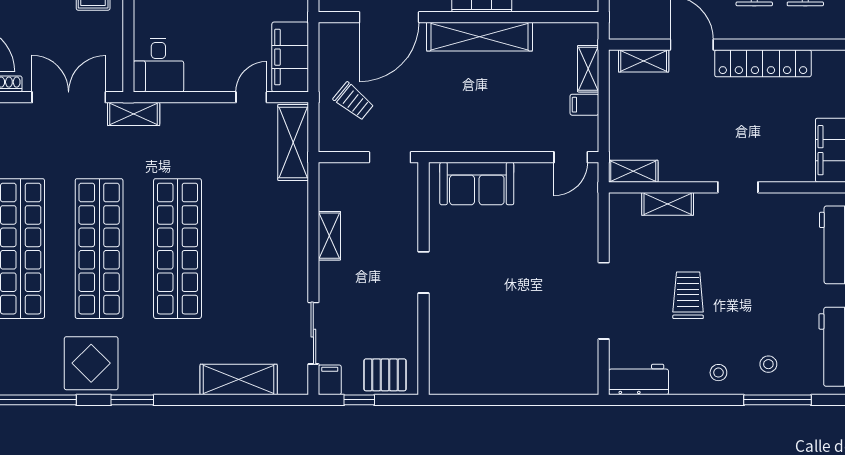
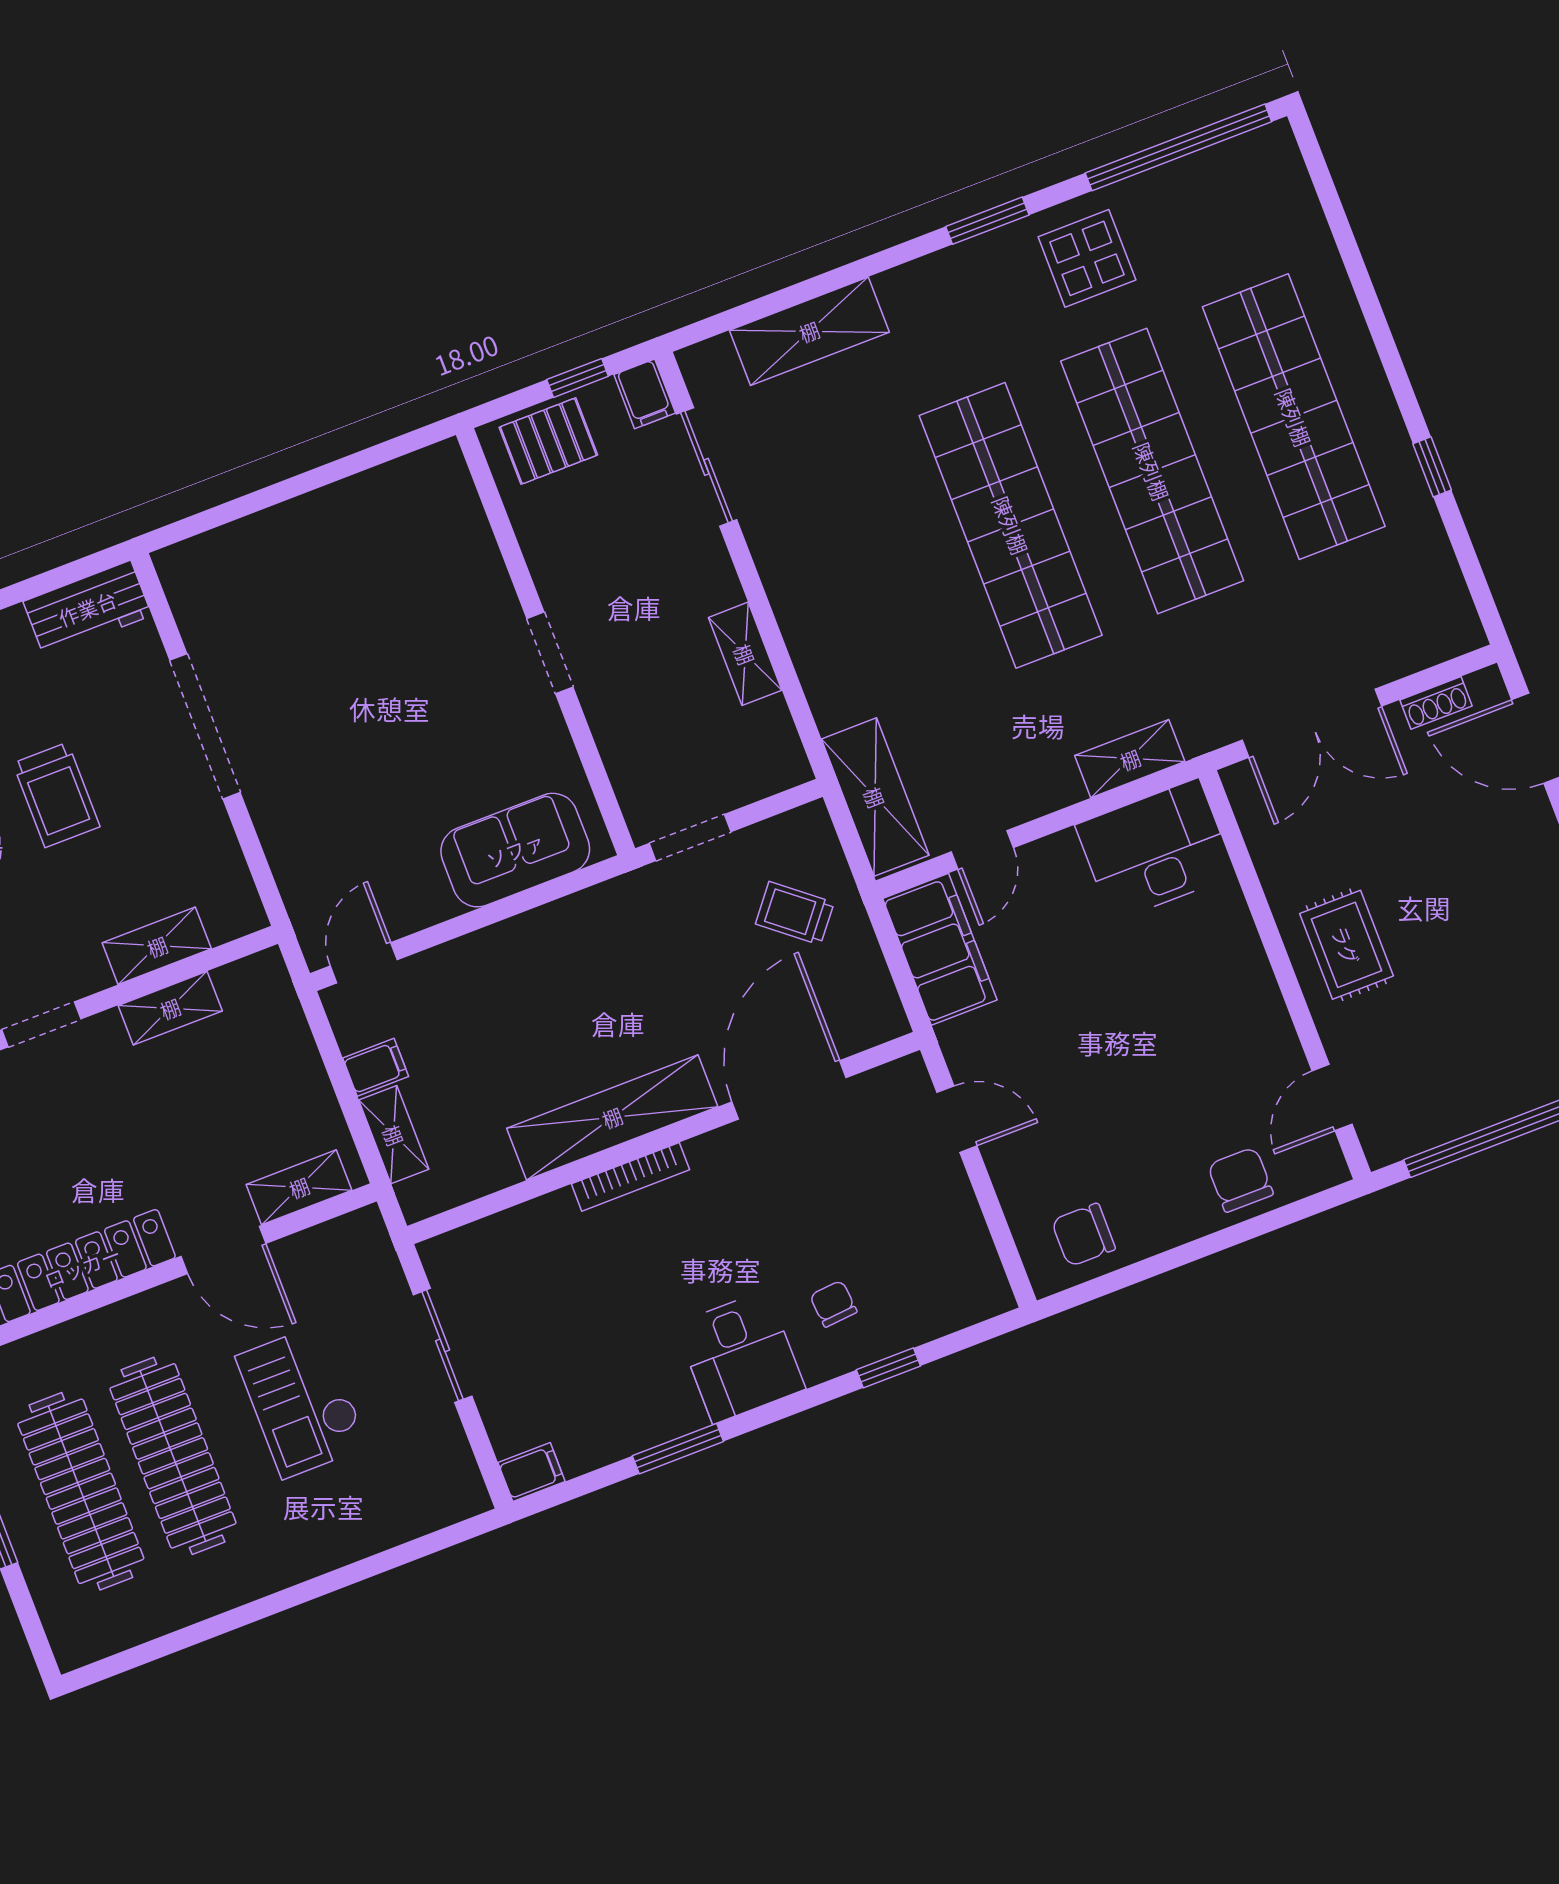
desk: (158, 65) -> (1155, 850), width x1.37
shelving: (134, 114) -> (1130, 759), moved
shelving: (633, 171) -> (170, 1008), moved
display table: (91, 363) -> (1087, 258), width x0.73, depth x0.73

